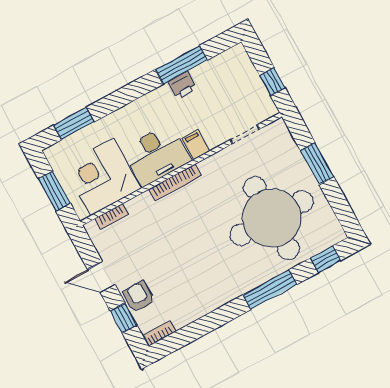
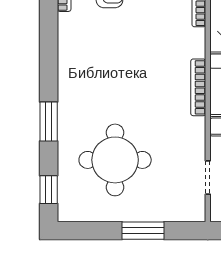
round table: (272, 218) -> (115, 160), width x0.73, depth x0.73
window: (270, 290) -> (49, 121), width x0.69

